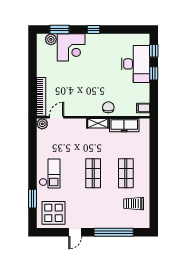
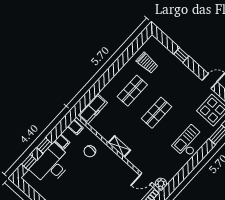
filing cabinet: (143, 88) -> (62, 142), added
chair: (108, 107) -> (90, 151), moved
freezer: (124, 125) -> (93, 109), moved, turned 90
window: (114, 232) -> (181, 55), width x0.32

